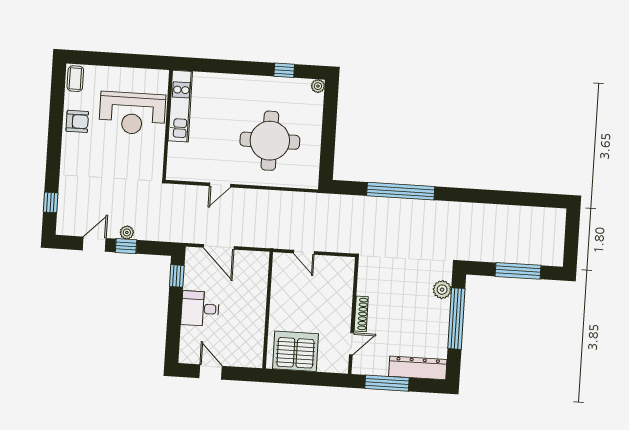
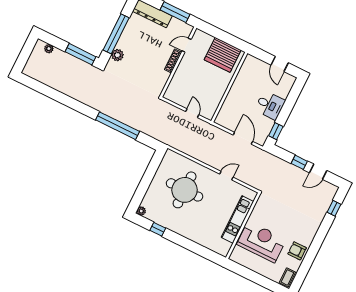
kitchen unit: (180, 106) -> (237, 219), moved
plant: (127, 232) -> (49, 49), moved
window: (518, 271) -> (81, 54), moved

